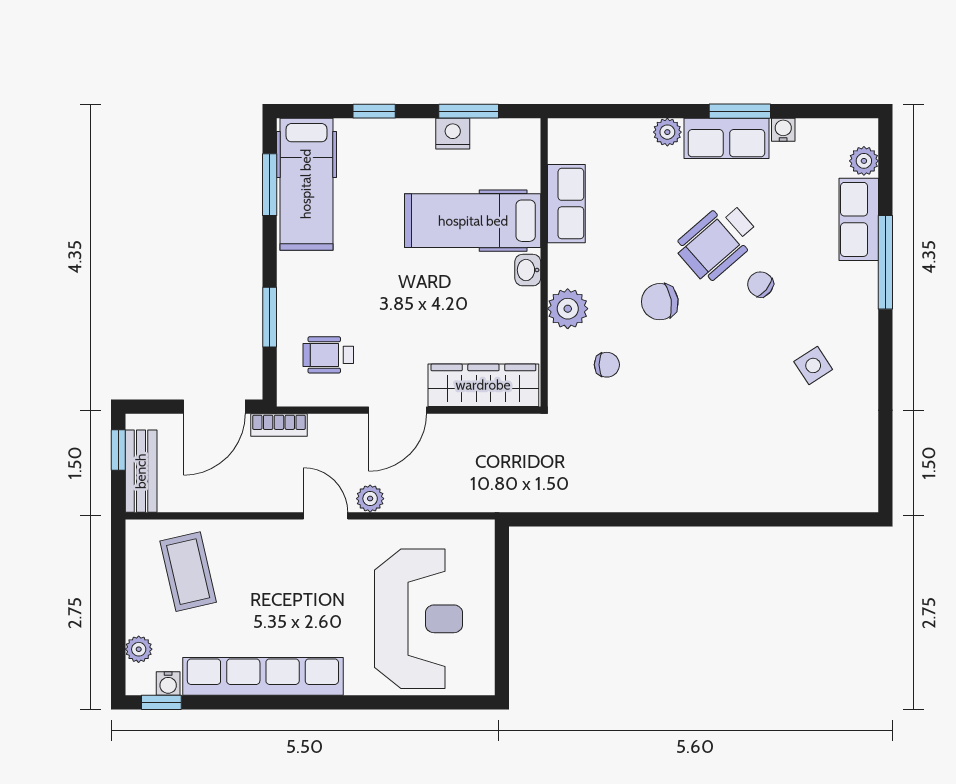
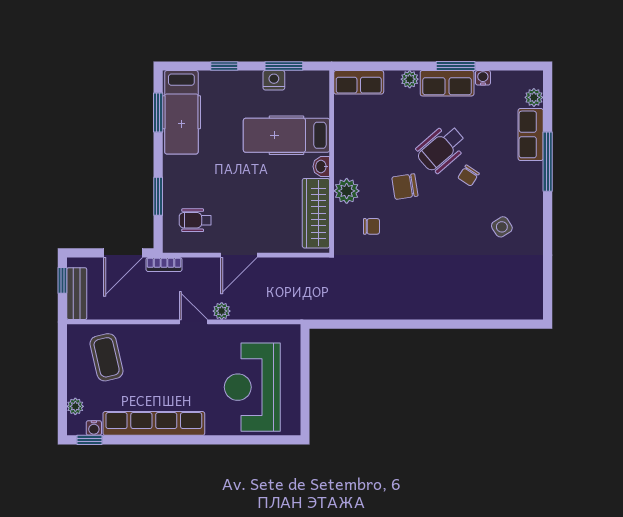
row of seats: (566, 204) -> (359, 82), moved, turned 90
chair: (760, 284) -> (469, 176), turned -96
wardrobe: (483, 385) -> (316, 213), moved, turned -90
reception desk: (418, 619) -> (252, 387), turned 180

